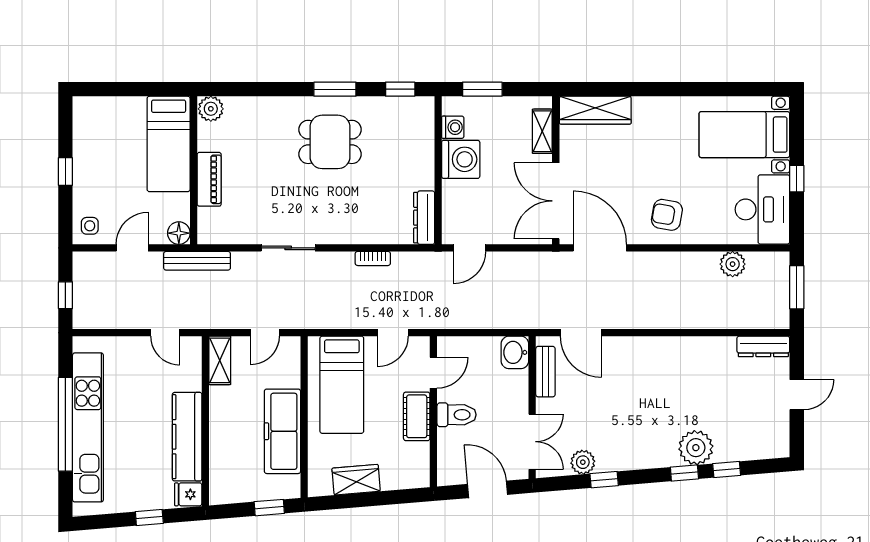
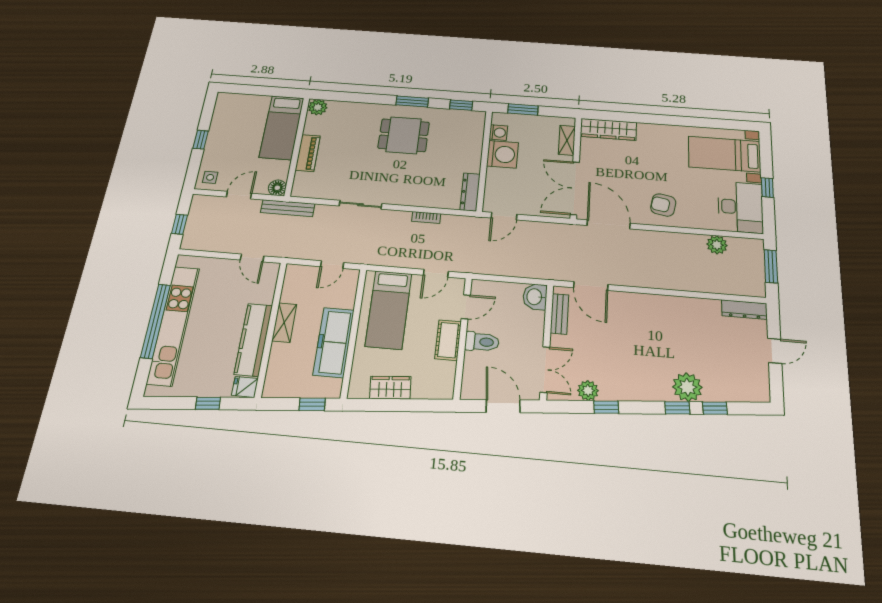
shelving: (220, 360) -> (284, 323), moved

